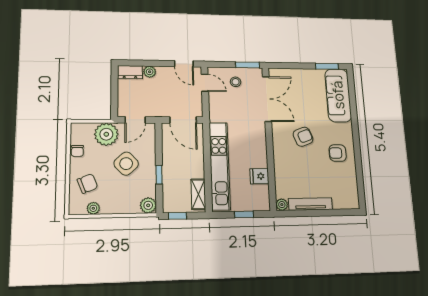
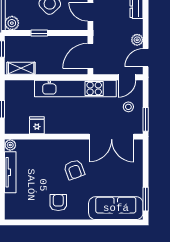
plant: (150, 72) -> (137, 40), moved
kitchen unit: (220, 166) -> (75, 88), moved

